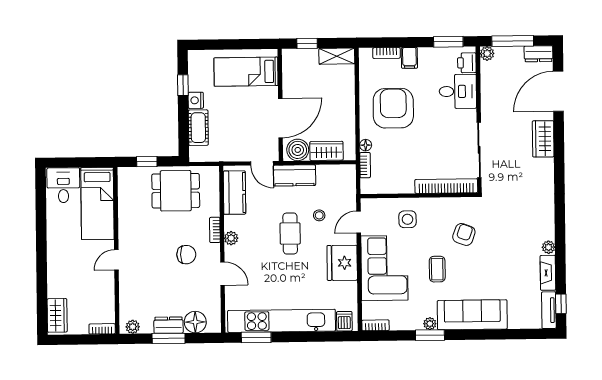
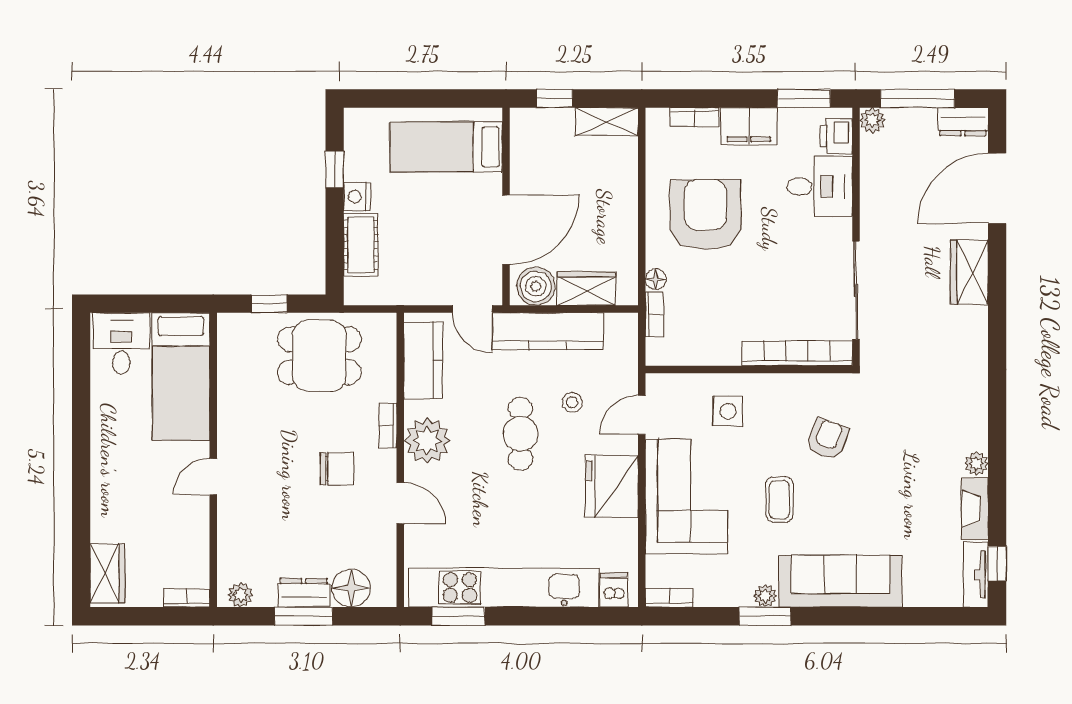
filing cabinet: (409, 58) -> (749, 126), width x2.00
kitchen counter: (294, 175) -> (548, 331), width x1.50
plant: (231, 238) -> (427, 441), width x1.88, depth x1.88

